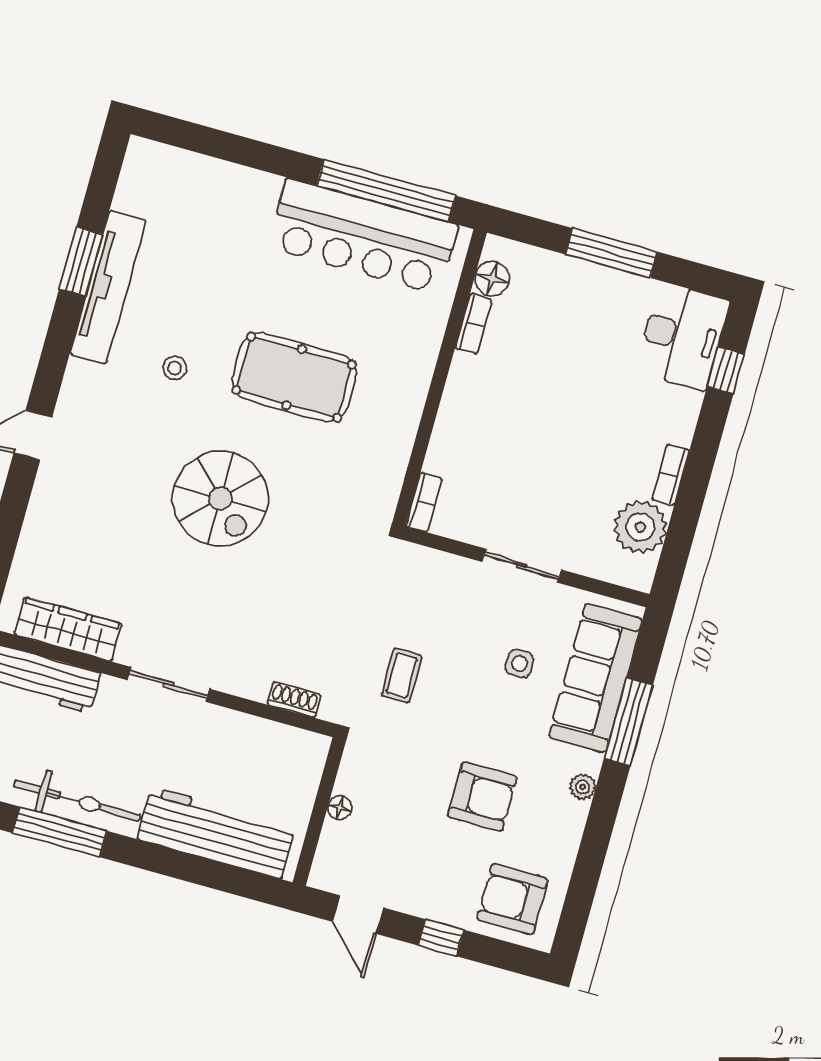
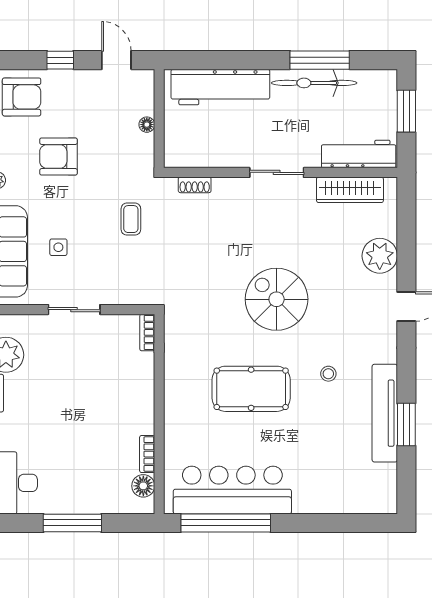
plant: (51, 520) -> (380, 256), added

